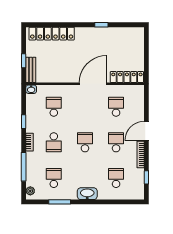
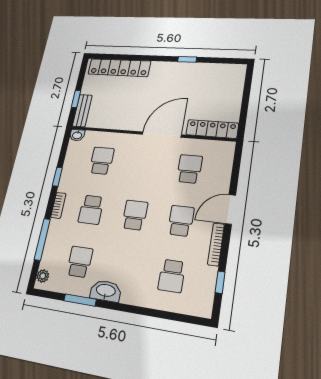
school desk: (116, 178) -> (172, 276), turned 180
washbasin: (87, 194) -> (106, 291), moved

